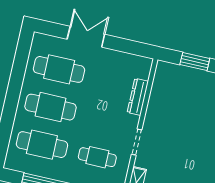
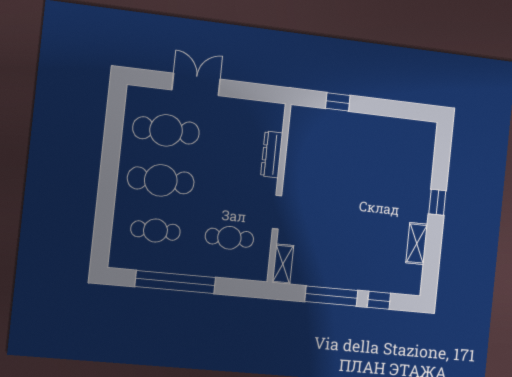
window: (195, 62) -> (338, 102), width x0.67
cafe table: (42, 145) -> (155, 231), width x0.73, depth x0.74

